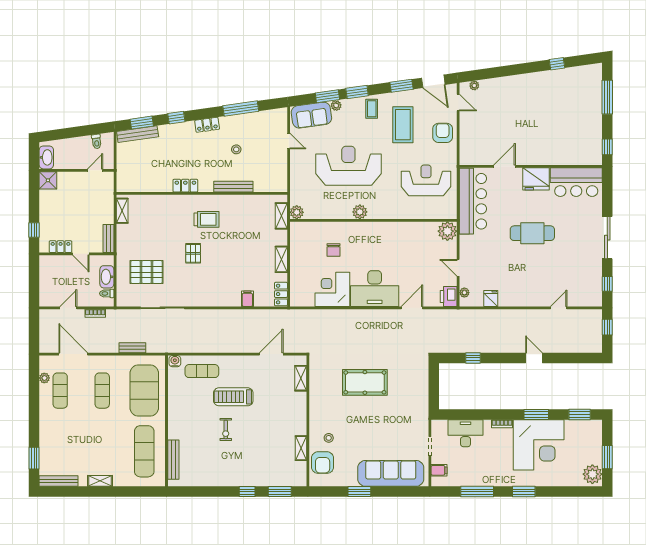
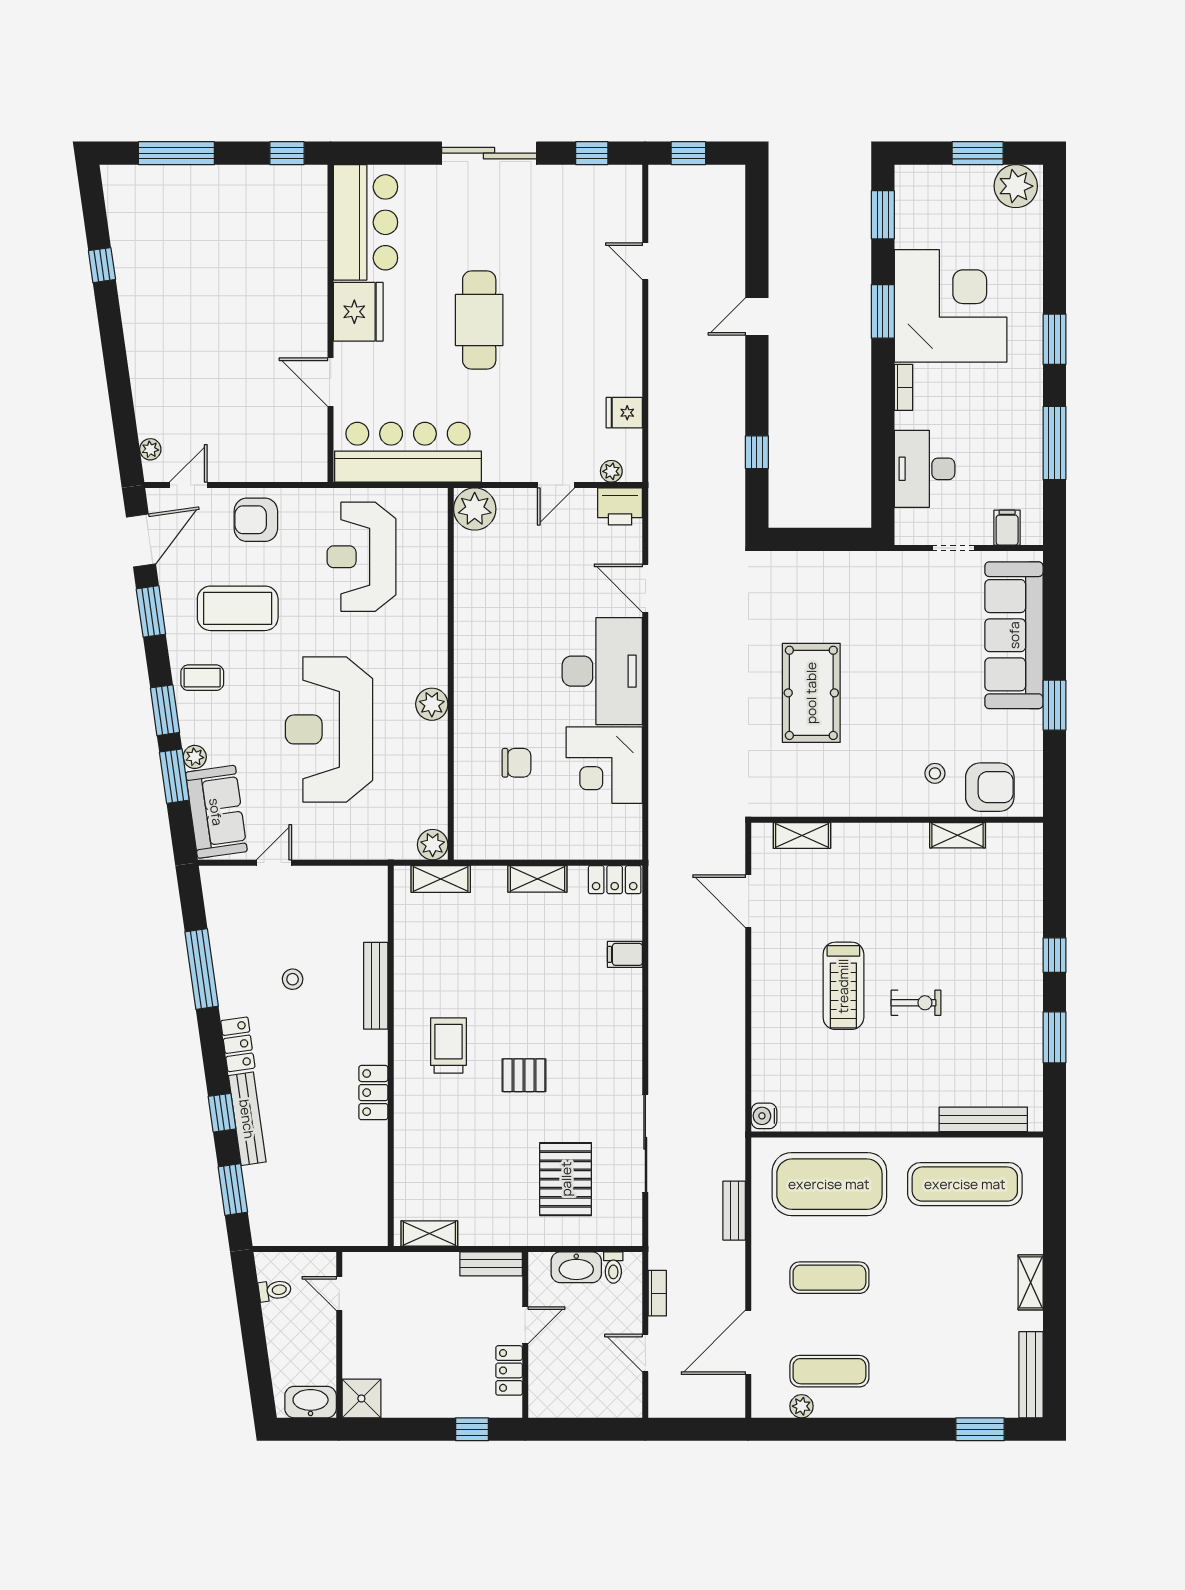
bench: (138, 134) -> (247, 1119), moved
exercise mat: (202, 371) -> (786, 1056), removed
window: (280, 492) -> (1054, 1037), moved

